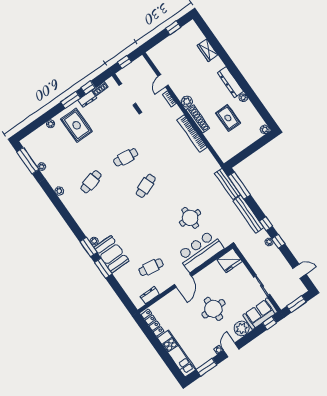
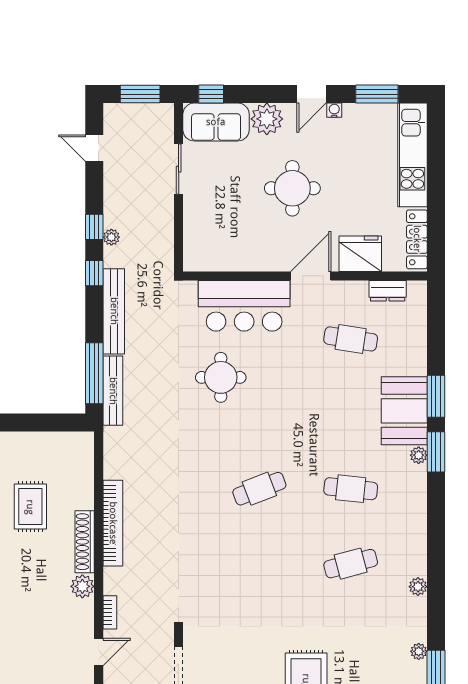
cafe table: (126, 157) -> (351, 489), moved
fridge: (229, 260) -> (360, 254), moved

